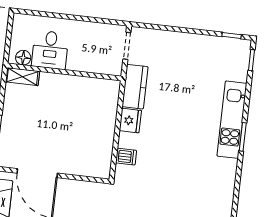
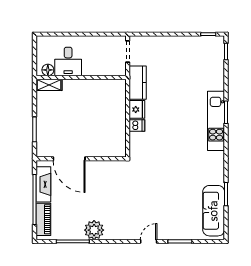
kitchen unit: (232, 120) -> (216, 121), moved
dishwasher: (126, 157) -> (137, 125), moved

